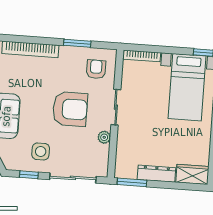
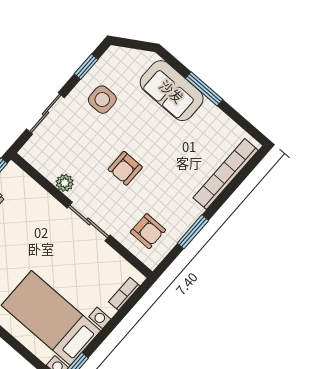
bookcase: (142, 56) -> (124, 294), width x0.64
armchair: (70, 109) -> (125, 168), width x0.53, depth x0.53
sliding door: (73, 178) -> (45, 113), width x0.73

